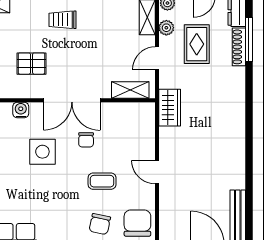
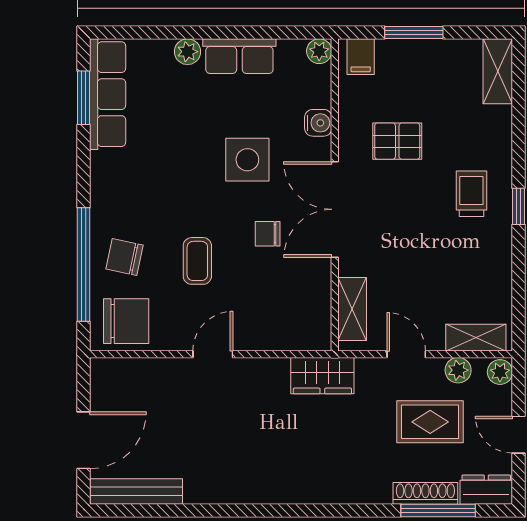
pallet: (32, 64) -> (397, 141), turned 90

